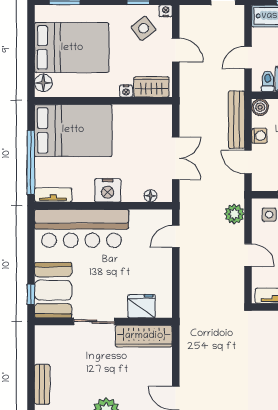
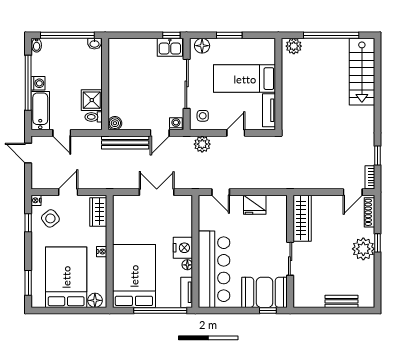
door: (248, 58) -> (62, 133), moved
nightstand: (126, 91) -> (102, 252), moved
washing machine: (259, 136) -> (176, 124), moved
floor lamp: (151, 196) -> (187, 265), moved
fridge: (142, 306) -> (255, 205), moved, turned -90

